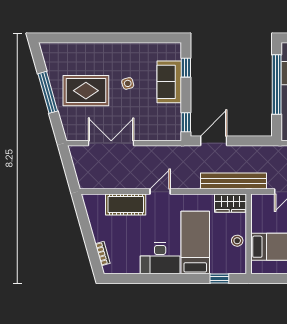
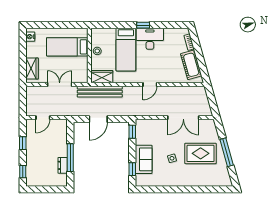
window: (277, 84) -> (70, 158), width x0.68
door: (214, 141) -> (98, 119), moved
cot: (126, 204) -> (191, 65), moved, turned 74
window: (219, 279) -> (143, 25), moved

